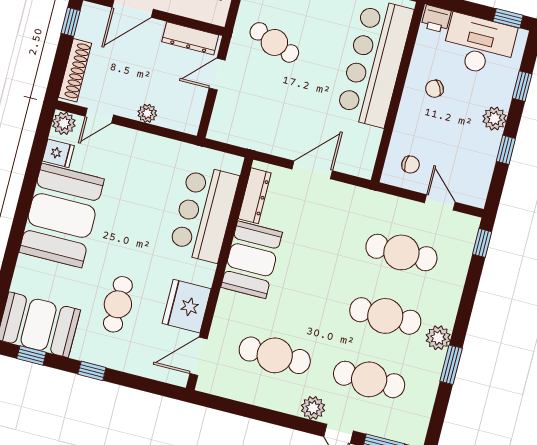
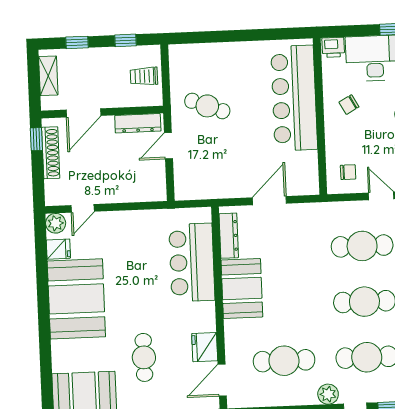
shoe rack: (75, 70) -> (51, 153), moved
plant: (147, 113) -> (121, 195), removed
fridge: (187, 306) -> (205, 347), width x0.73, depth x0.75

